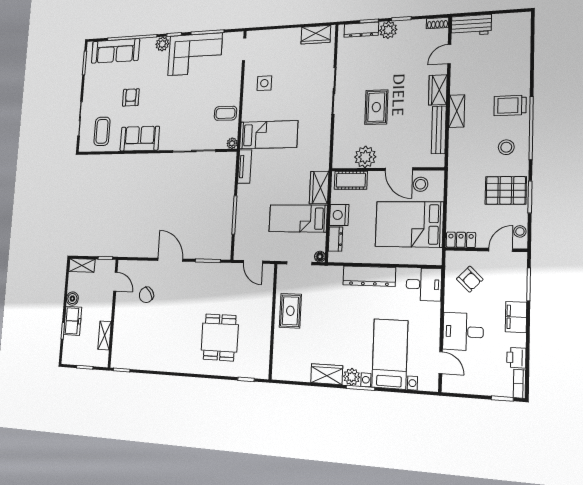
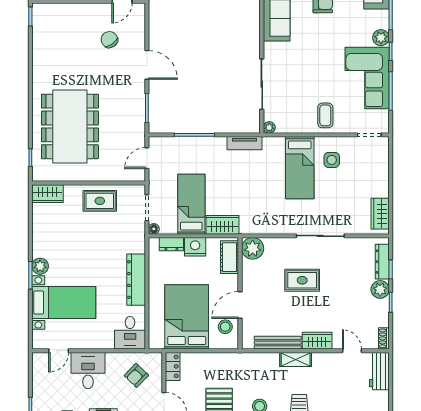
coffee table: (225, 113) -> (325, 115), moved
bed: (269, 135) -> (300, 168), moved
plant: (365, 157) -> (253, 248), moved
door: (170, 260) -> (147, 65), hinge flipped
dining table: (220, 337) -> (70, 126), width x1.88, depth x1.24
wardrobe: (327, 374) -> (48, 194), moved, turned 90

